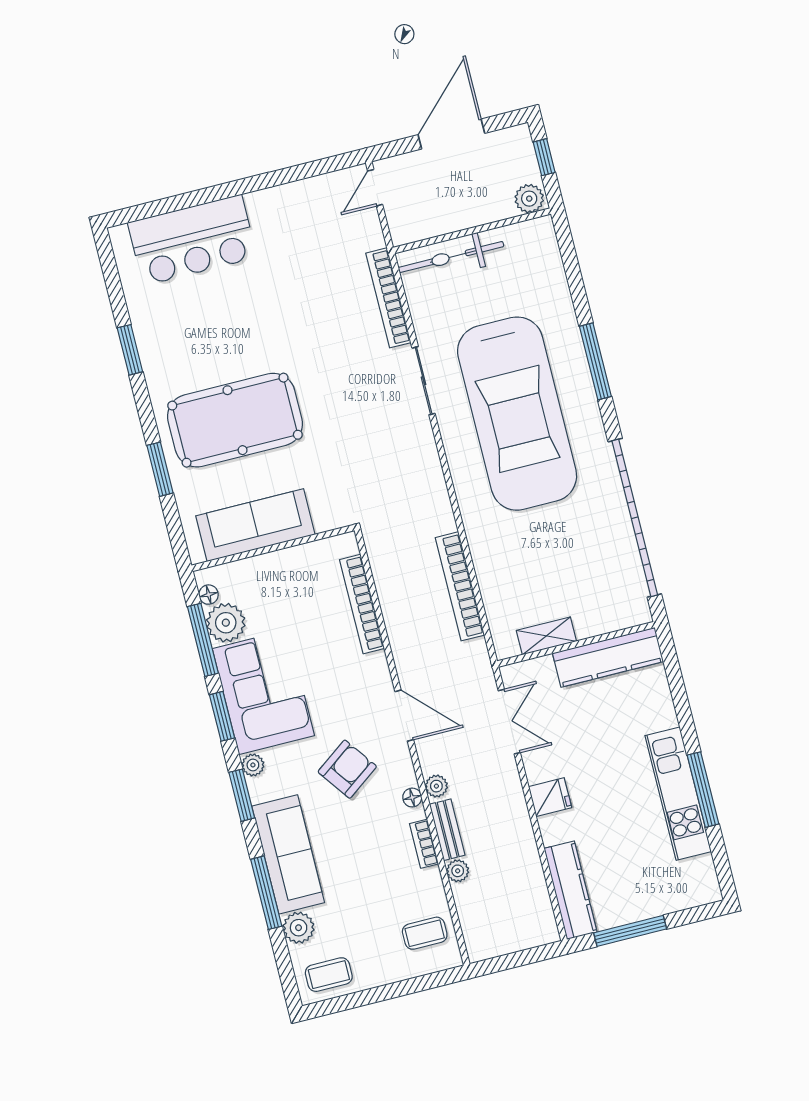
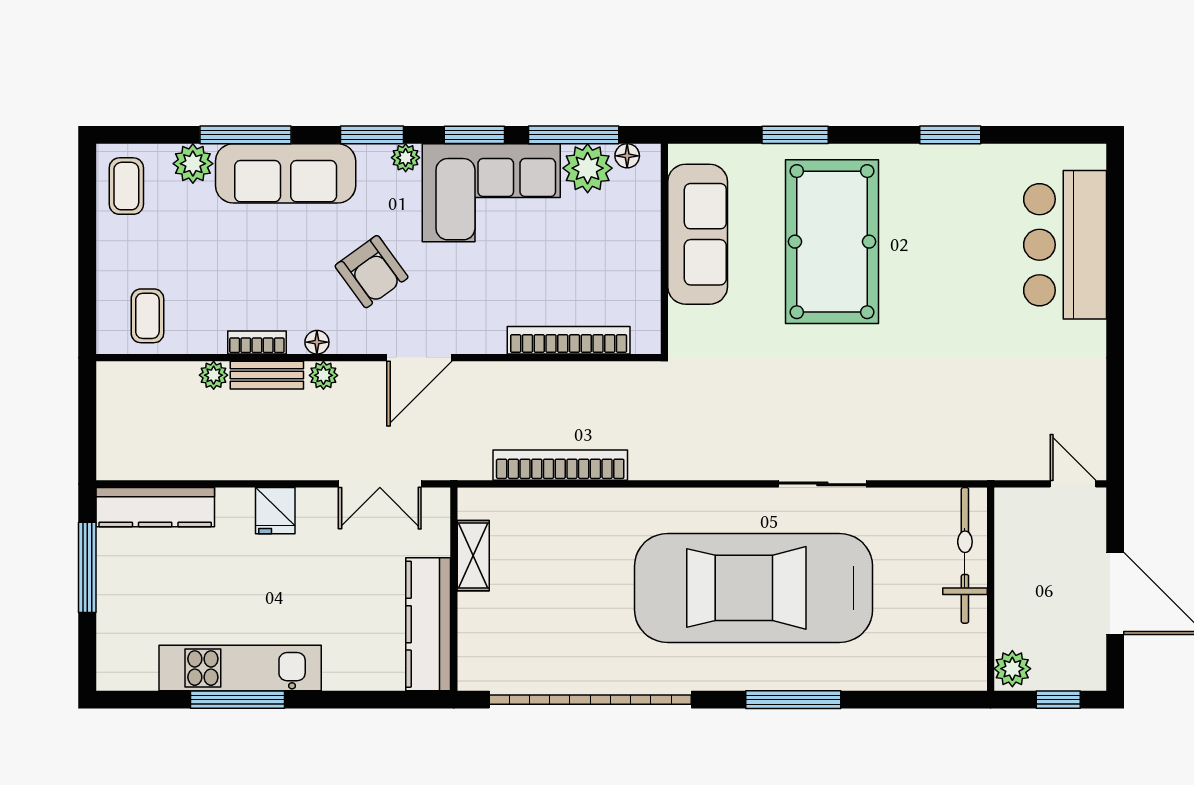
bookcase: (388, 298) -> (934, 466), removed

